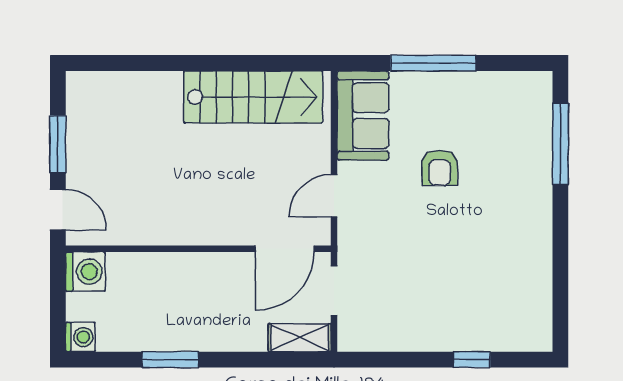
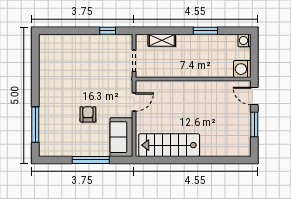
door: (285, 249) -> (156, 79), removed
shelving: (300, 338) -> (162, 40), moved
window: (472, 360) -> (108, 31), moved

